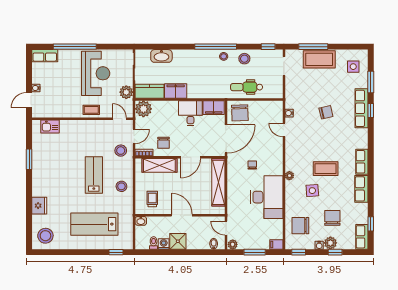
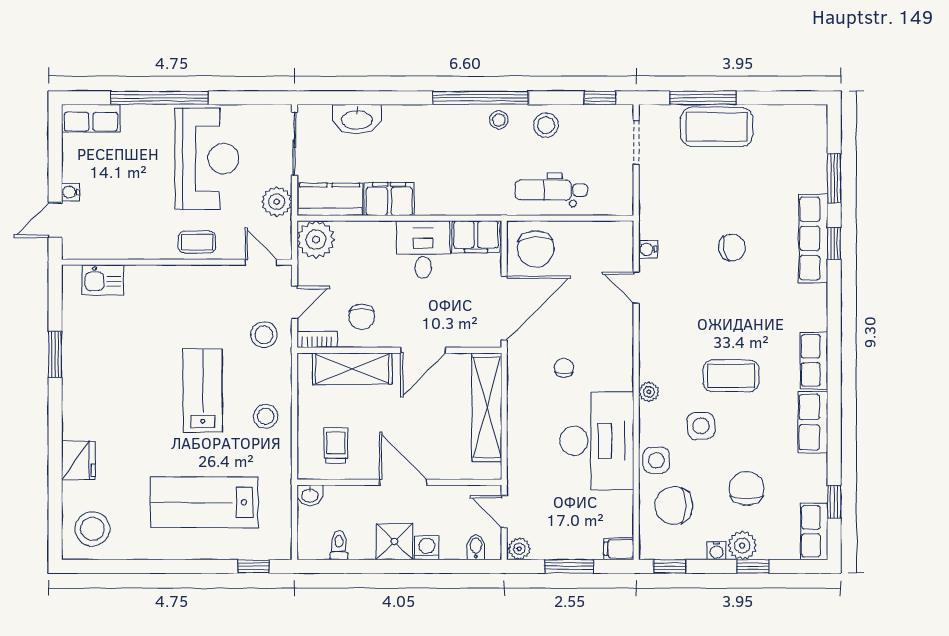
side table: (353, 67) -> (656, 460), moved
washing machine: (164, 244) -> (427, 548), moved

